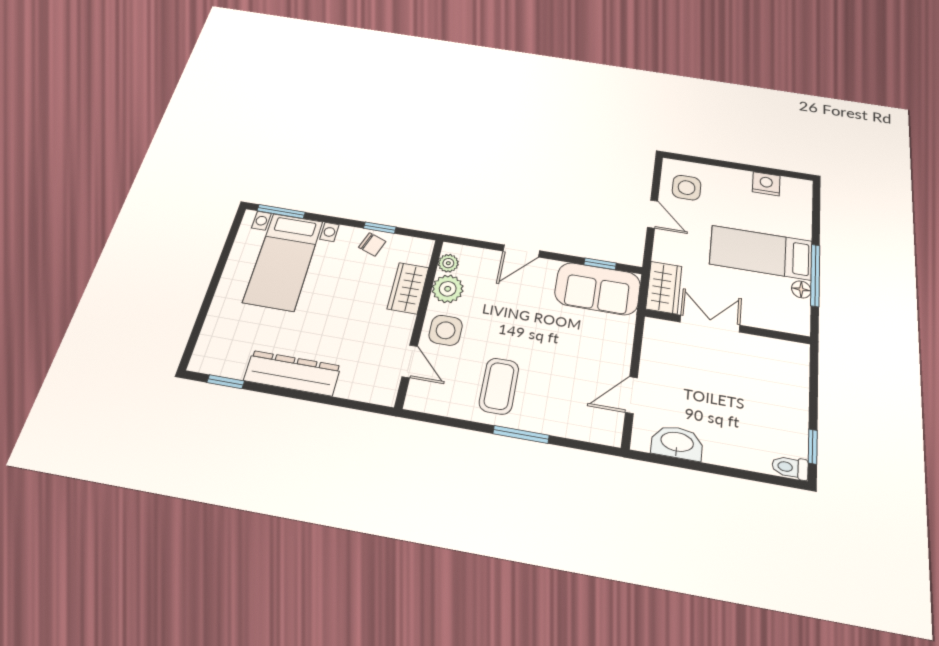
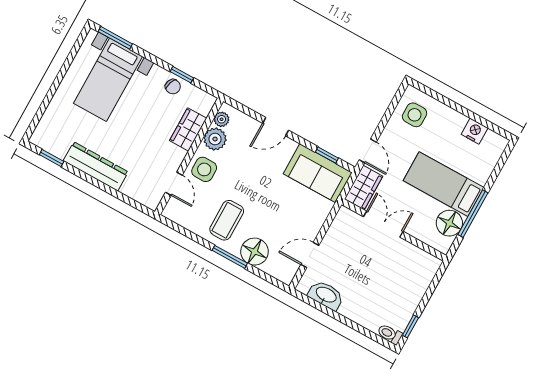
door: (653, 214) -> (368, 151), moved
floor lamp: (801, 289) -> (449, 223), width x1.89, depth x1.89
floor lamp: (553, 416) -> (255, 252), added

